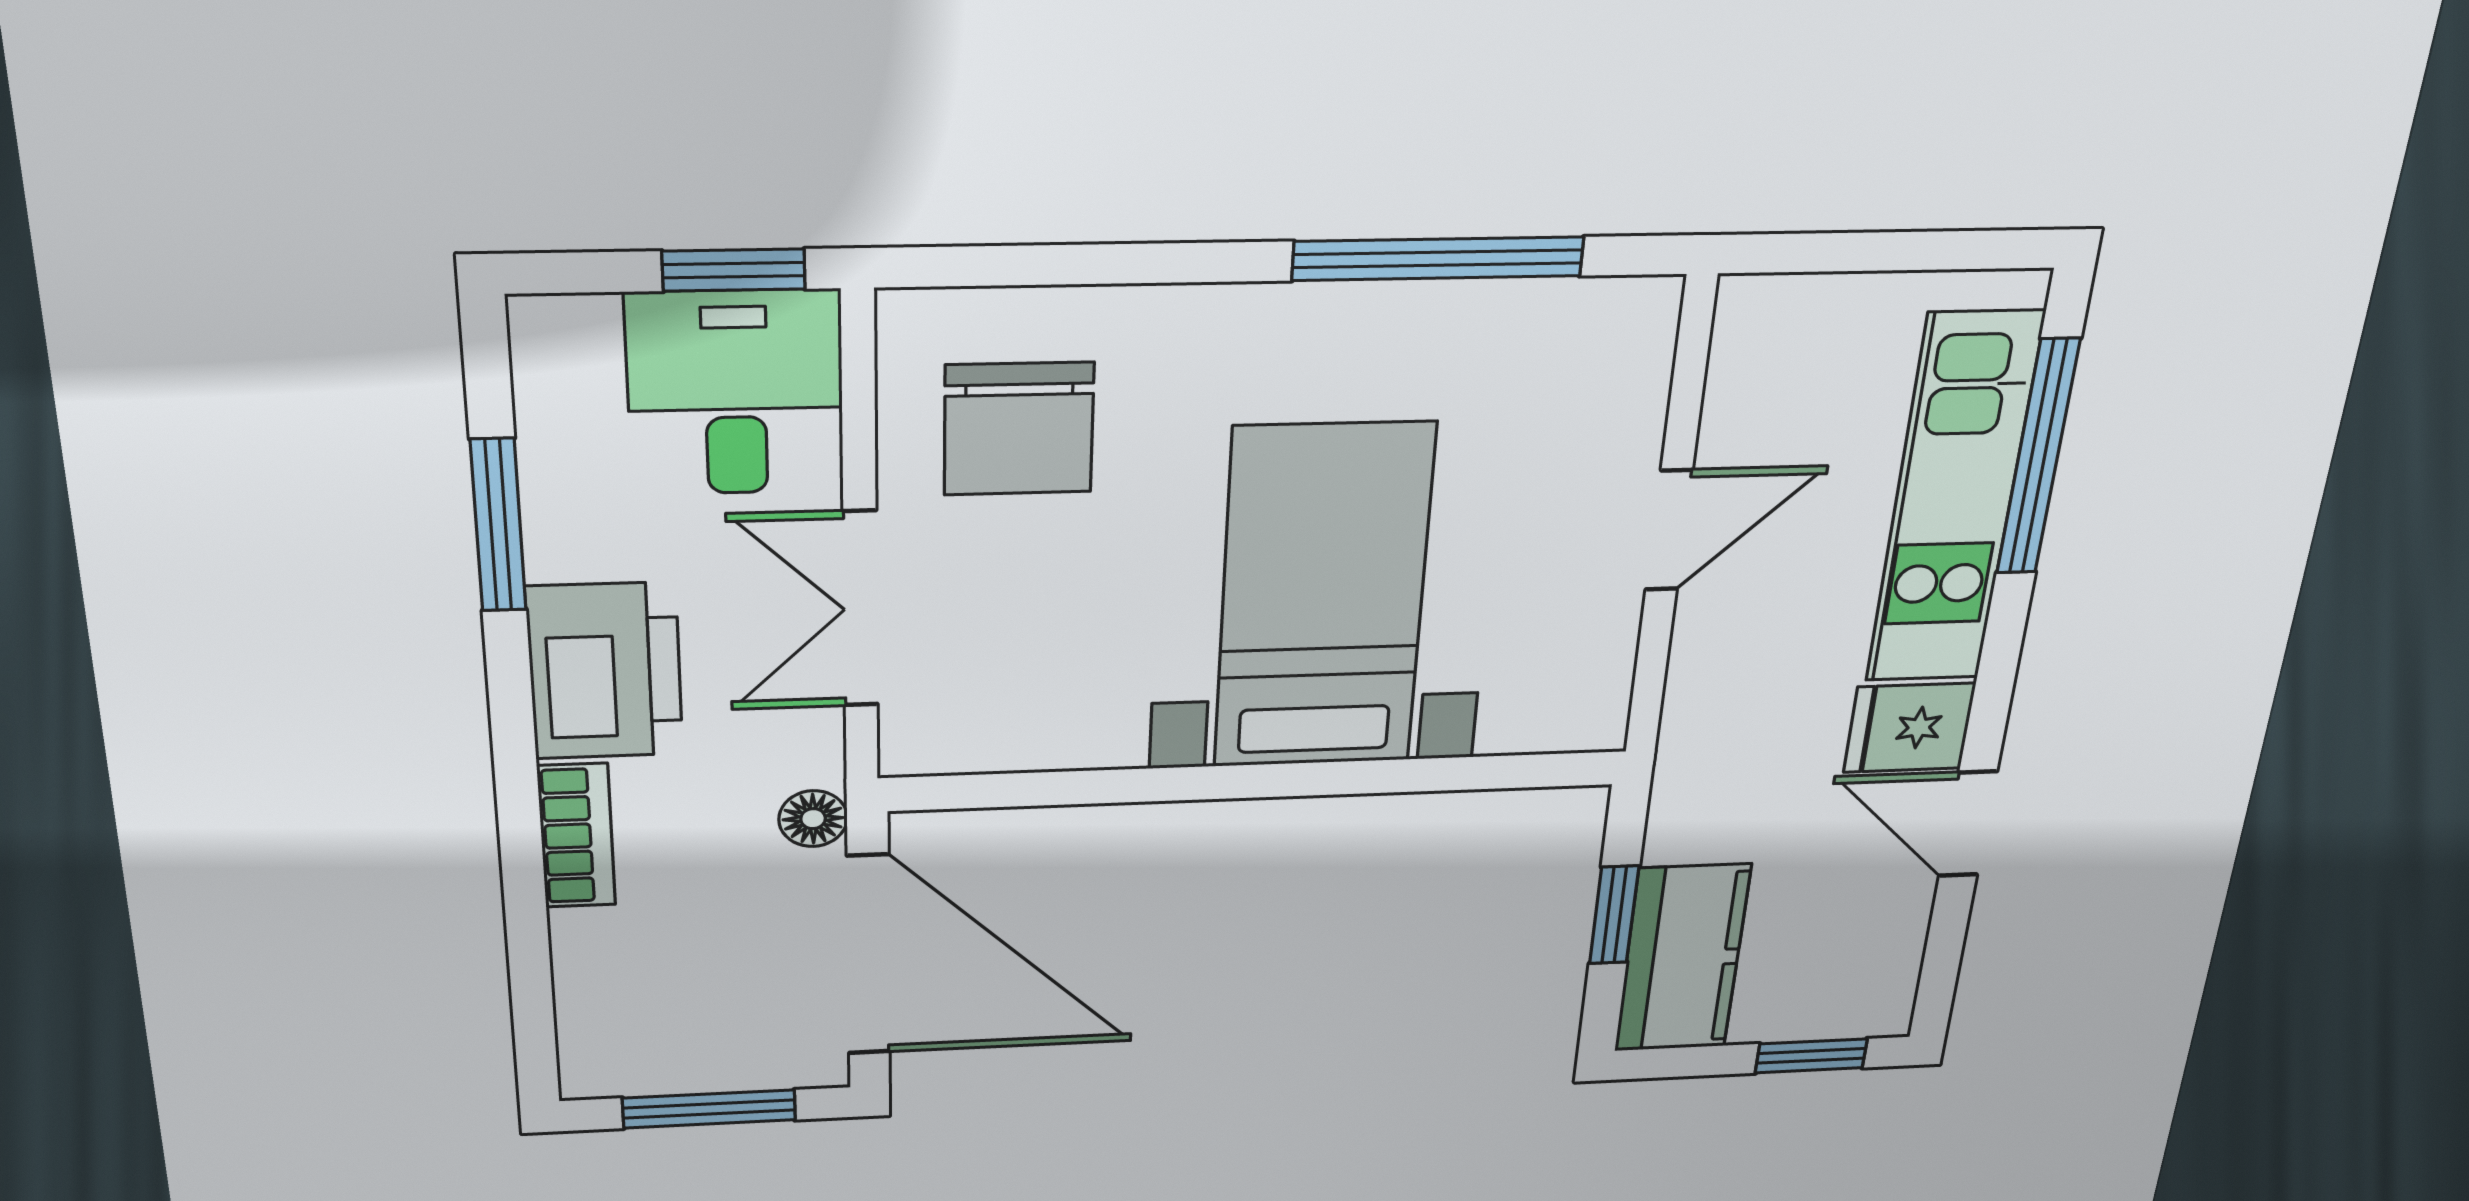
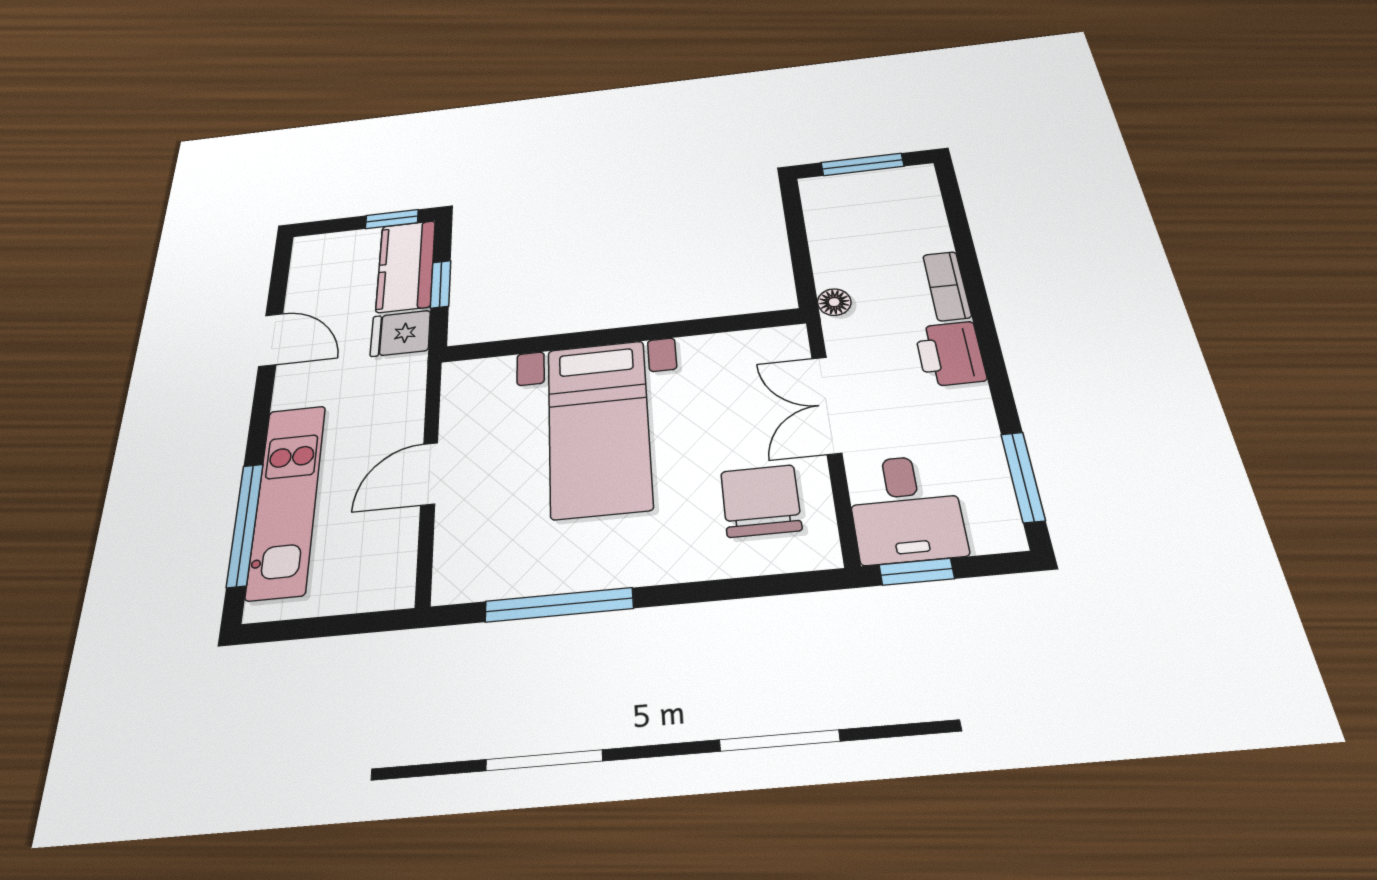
window: (498, 525) -> (1023, 477), moved
double door: (860, 609) -> (827, 405), swing flipped
printer: (605, 671) -> (950, 354), width x0.73, depth x0.84
fridge: (1909, 728) -> (400, 333), moved, turned 180
door: (869, 955) -> (798, 240), removed
window: (1811, 1056) -> (392, 219), moved

